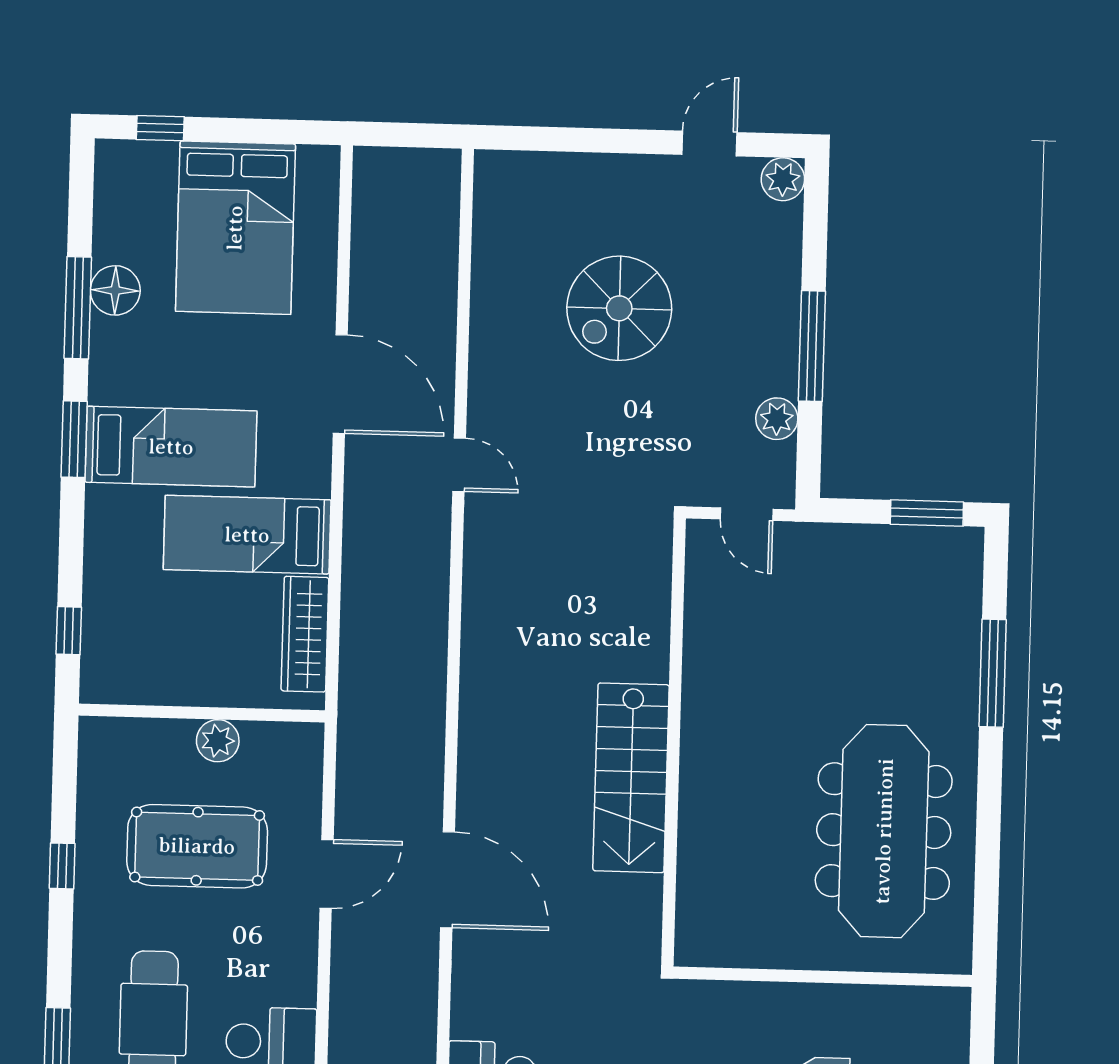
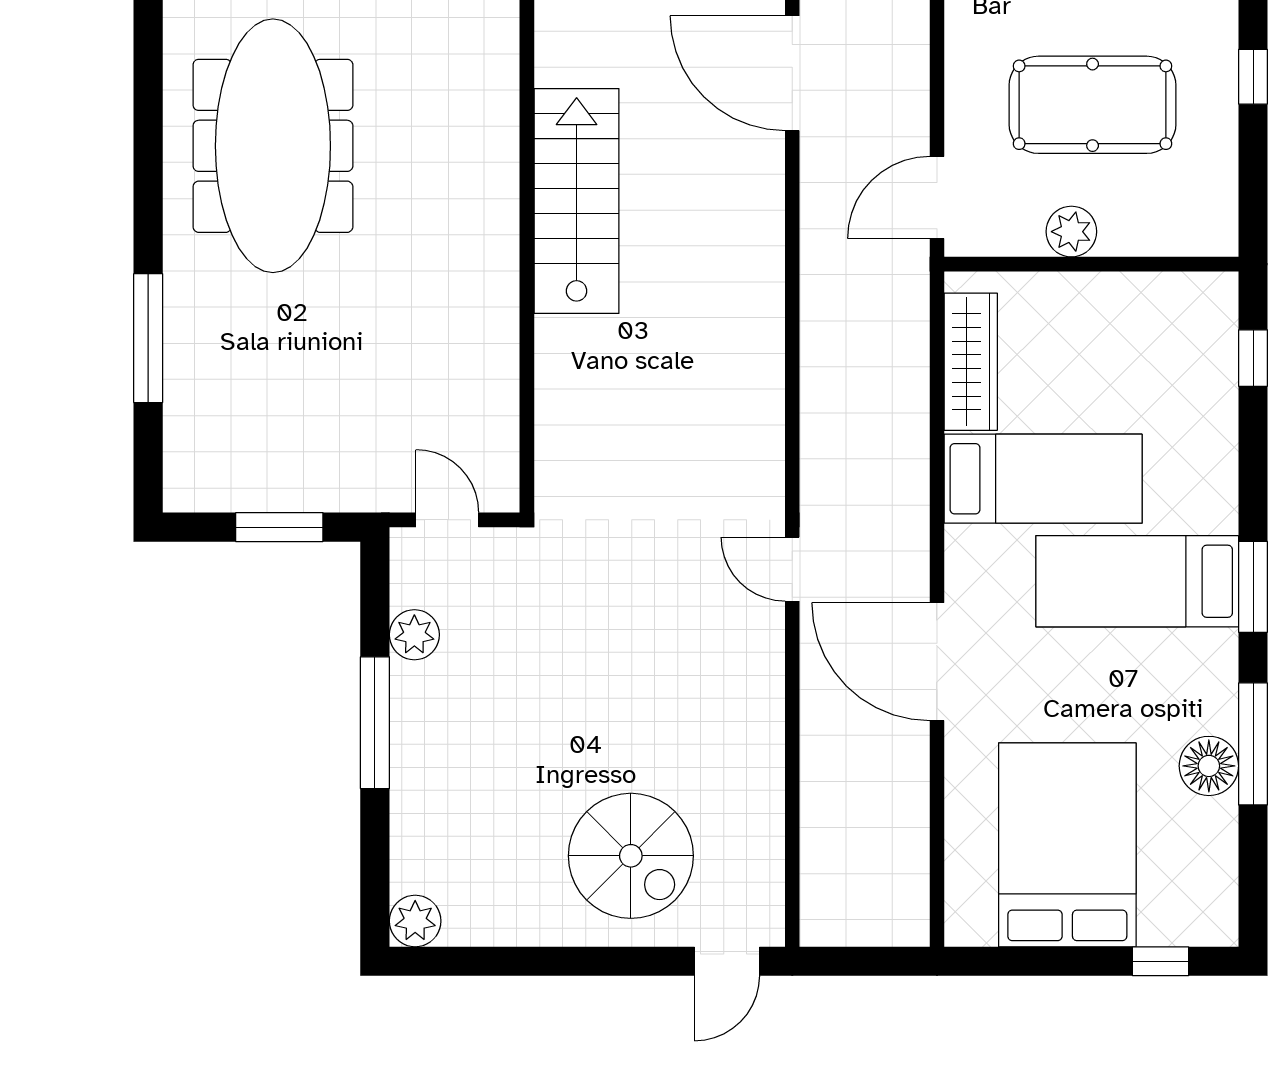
door: (709, 143) -> (727, 961), moved
spiral stairs: (619, 308) -> (631, 856), moved, turned 90
window: (927, 513) -> (279, 527), moved
door: (327, 874) -> (937, 197), moved

